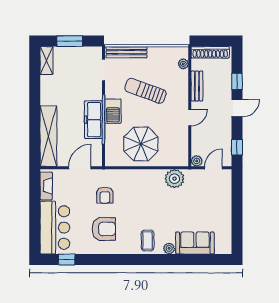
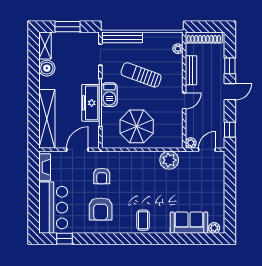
boiler: (48, 84) -> (47, 68), added
armchair: (104, 229) -> (101, 209), turned 90
plant: (169, 248) -> (214, 228), moved

